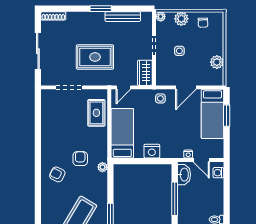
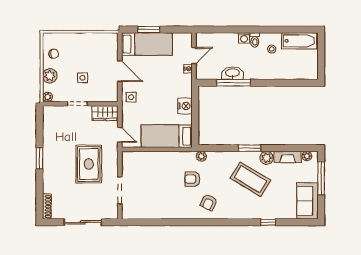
bench: (123, 17) -> (48, 136), removed
plant: (217, 62) -> (94, 40), removed
rug: (96, 113) -> (146, 163), removed
washing machine: (218, 173) -> (244, 38), moved
washbasin: (184, 175) -> (232, 73), moved

